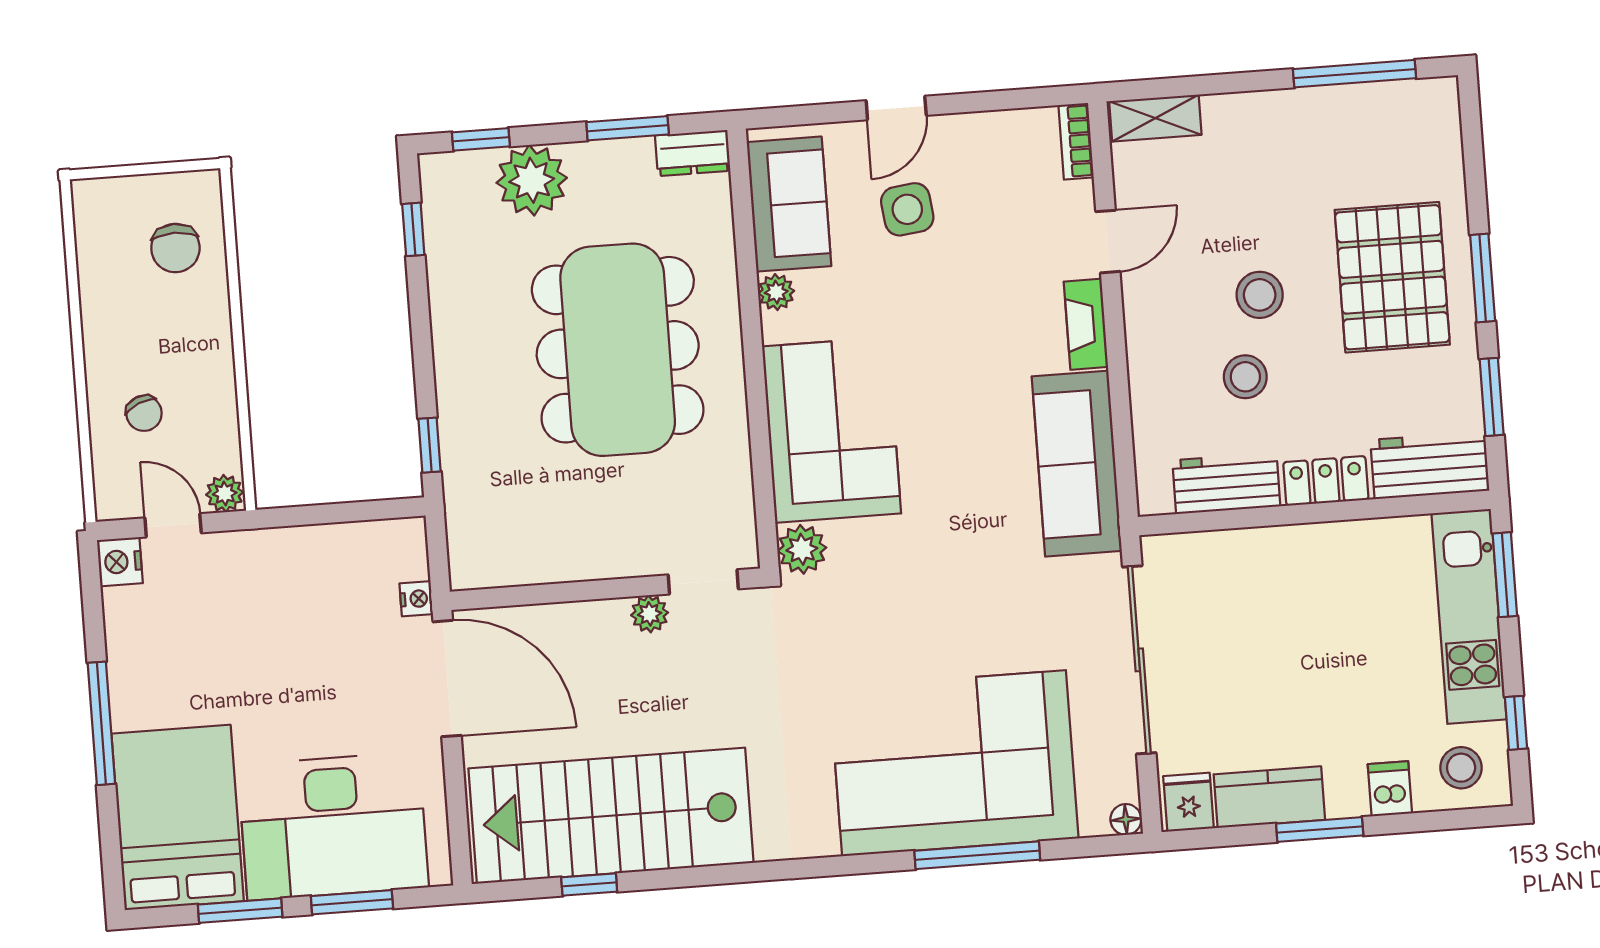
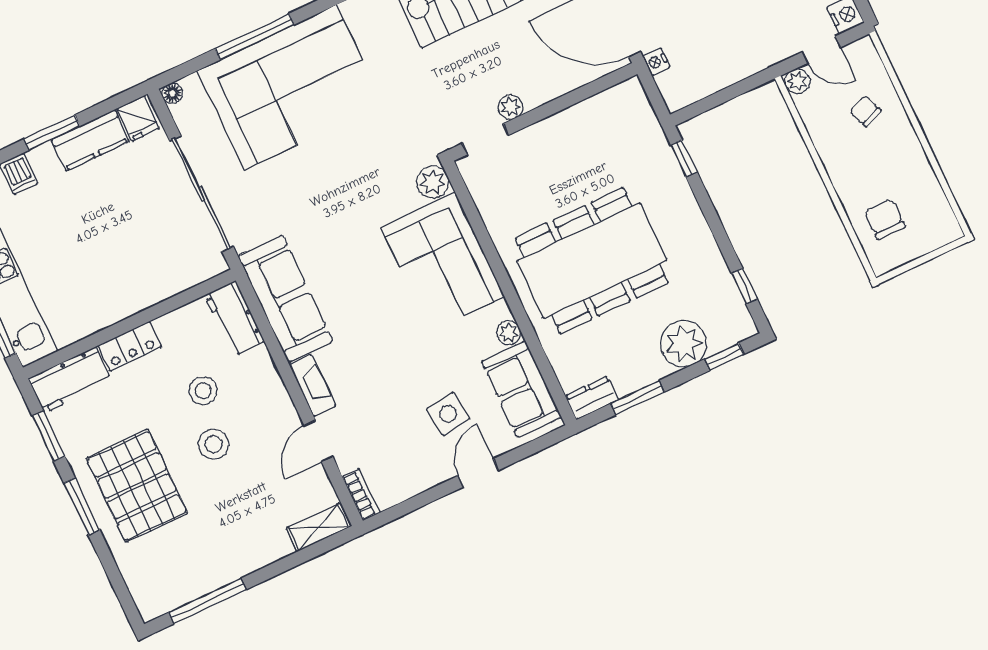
dining table: (618, 350) -> (592, 261), turned 90
workbench: (1226, 483) -> (234, 319), moved, turned 90

